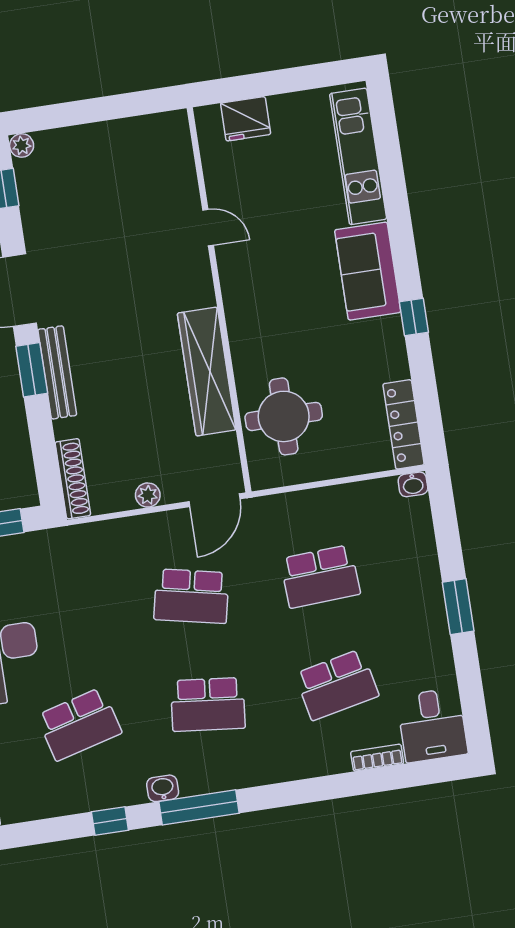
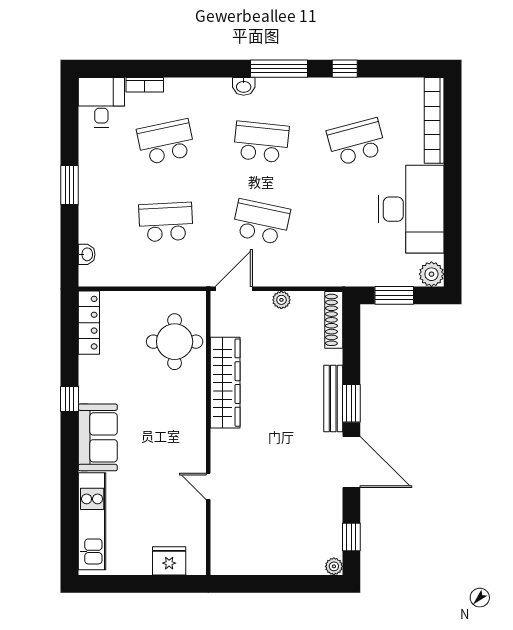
washbasin: (413, 484) -> (87, 254), moved, turned 90
washbasin: (163, 788) -> (244, 86), moved

